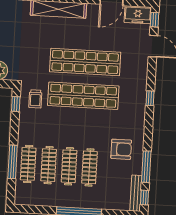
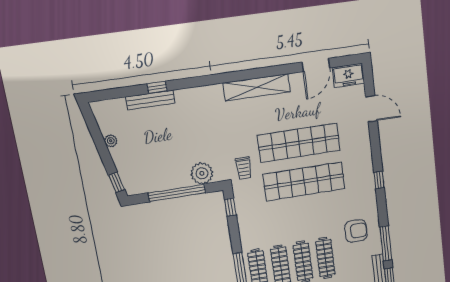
window: (154, 20) -> (368, 77), removed
window: (150, 98) -> (379, 180), moved
trolley: (35, 99) -> (244, 168), moved

